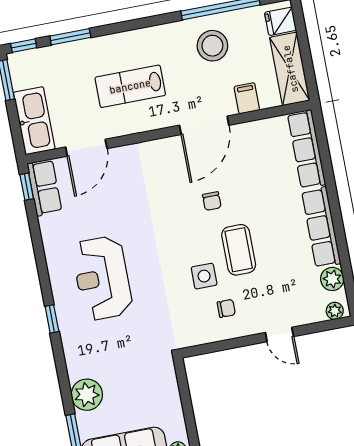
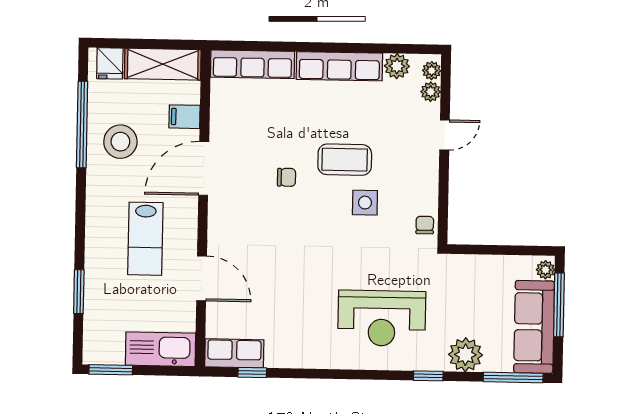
window: (24, 46) -> (78, 343), removed
door: (204, 125) -> (204, 168), swing flipped
door: (86, 148) -> (202, 278), moved
window: (27, 187) -> (252, 372), moved
reception desk: (102, 278) -> (382, 318), moved
chair: (226, 308) -> (425, 225), moved
plant: (316, 314) -> (431, 92), added
window: (52, 319) -> (428, 376), moved

